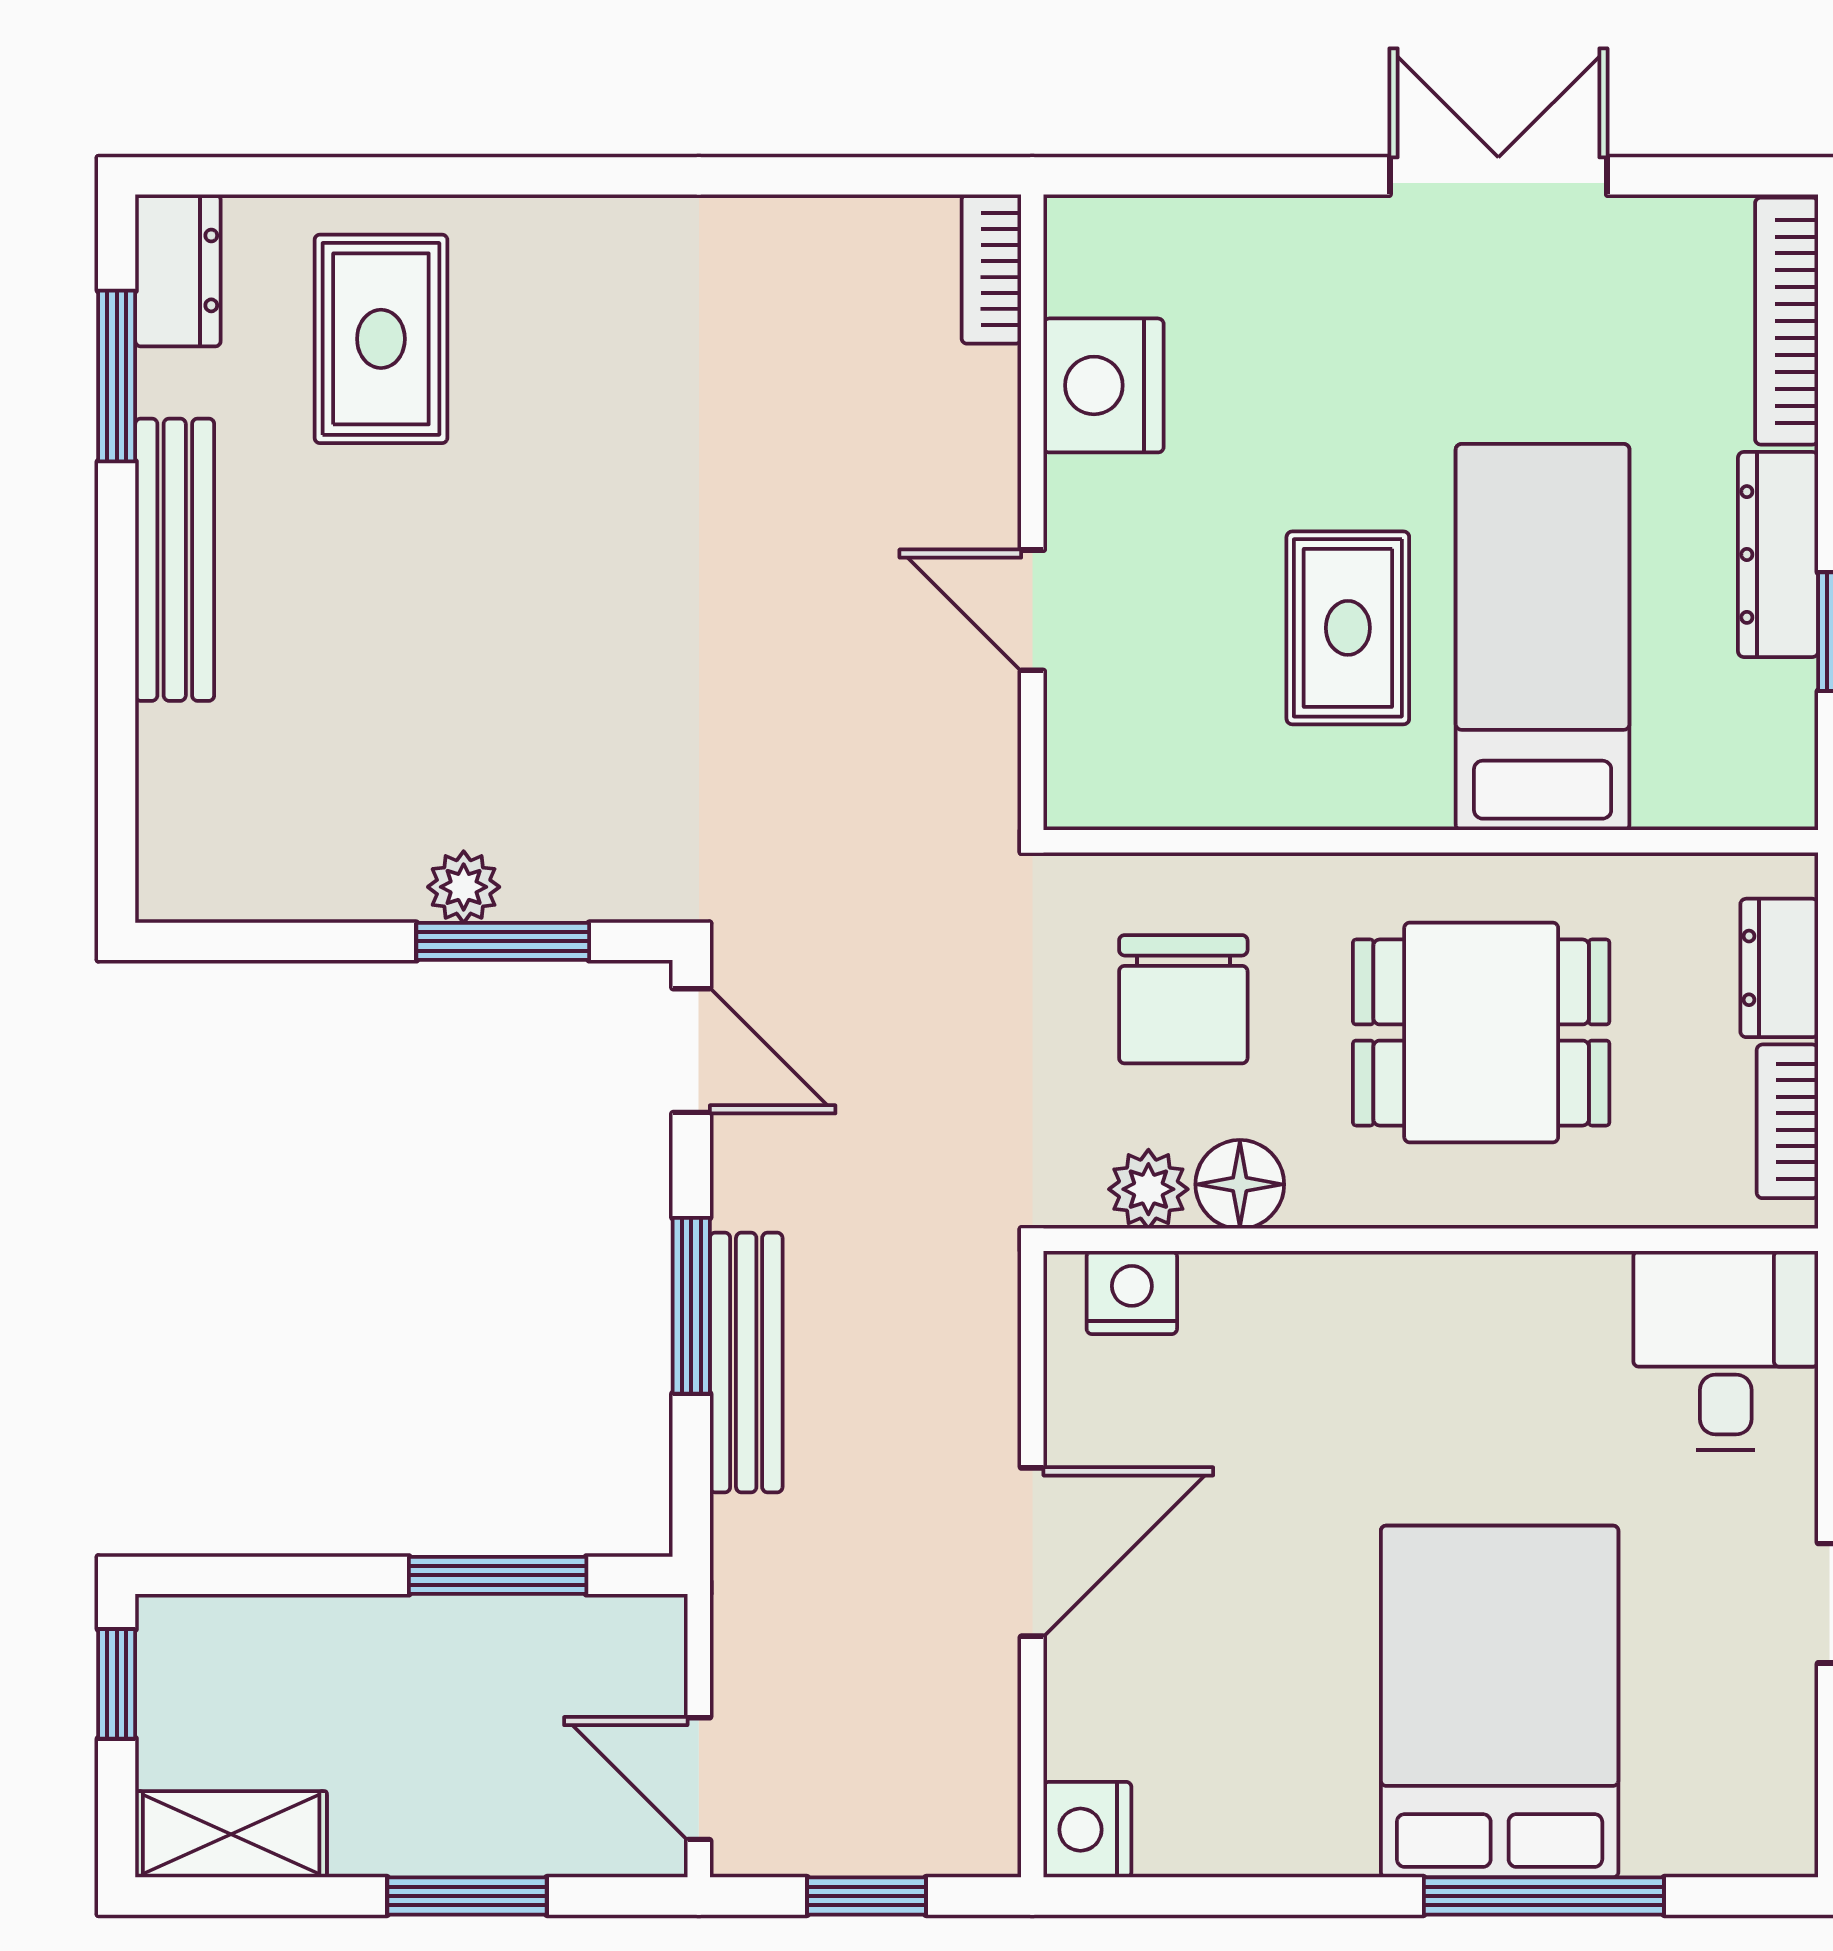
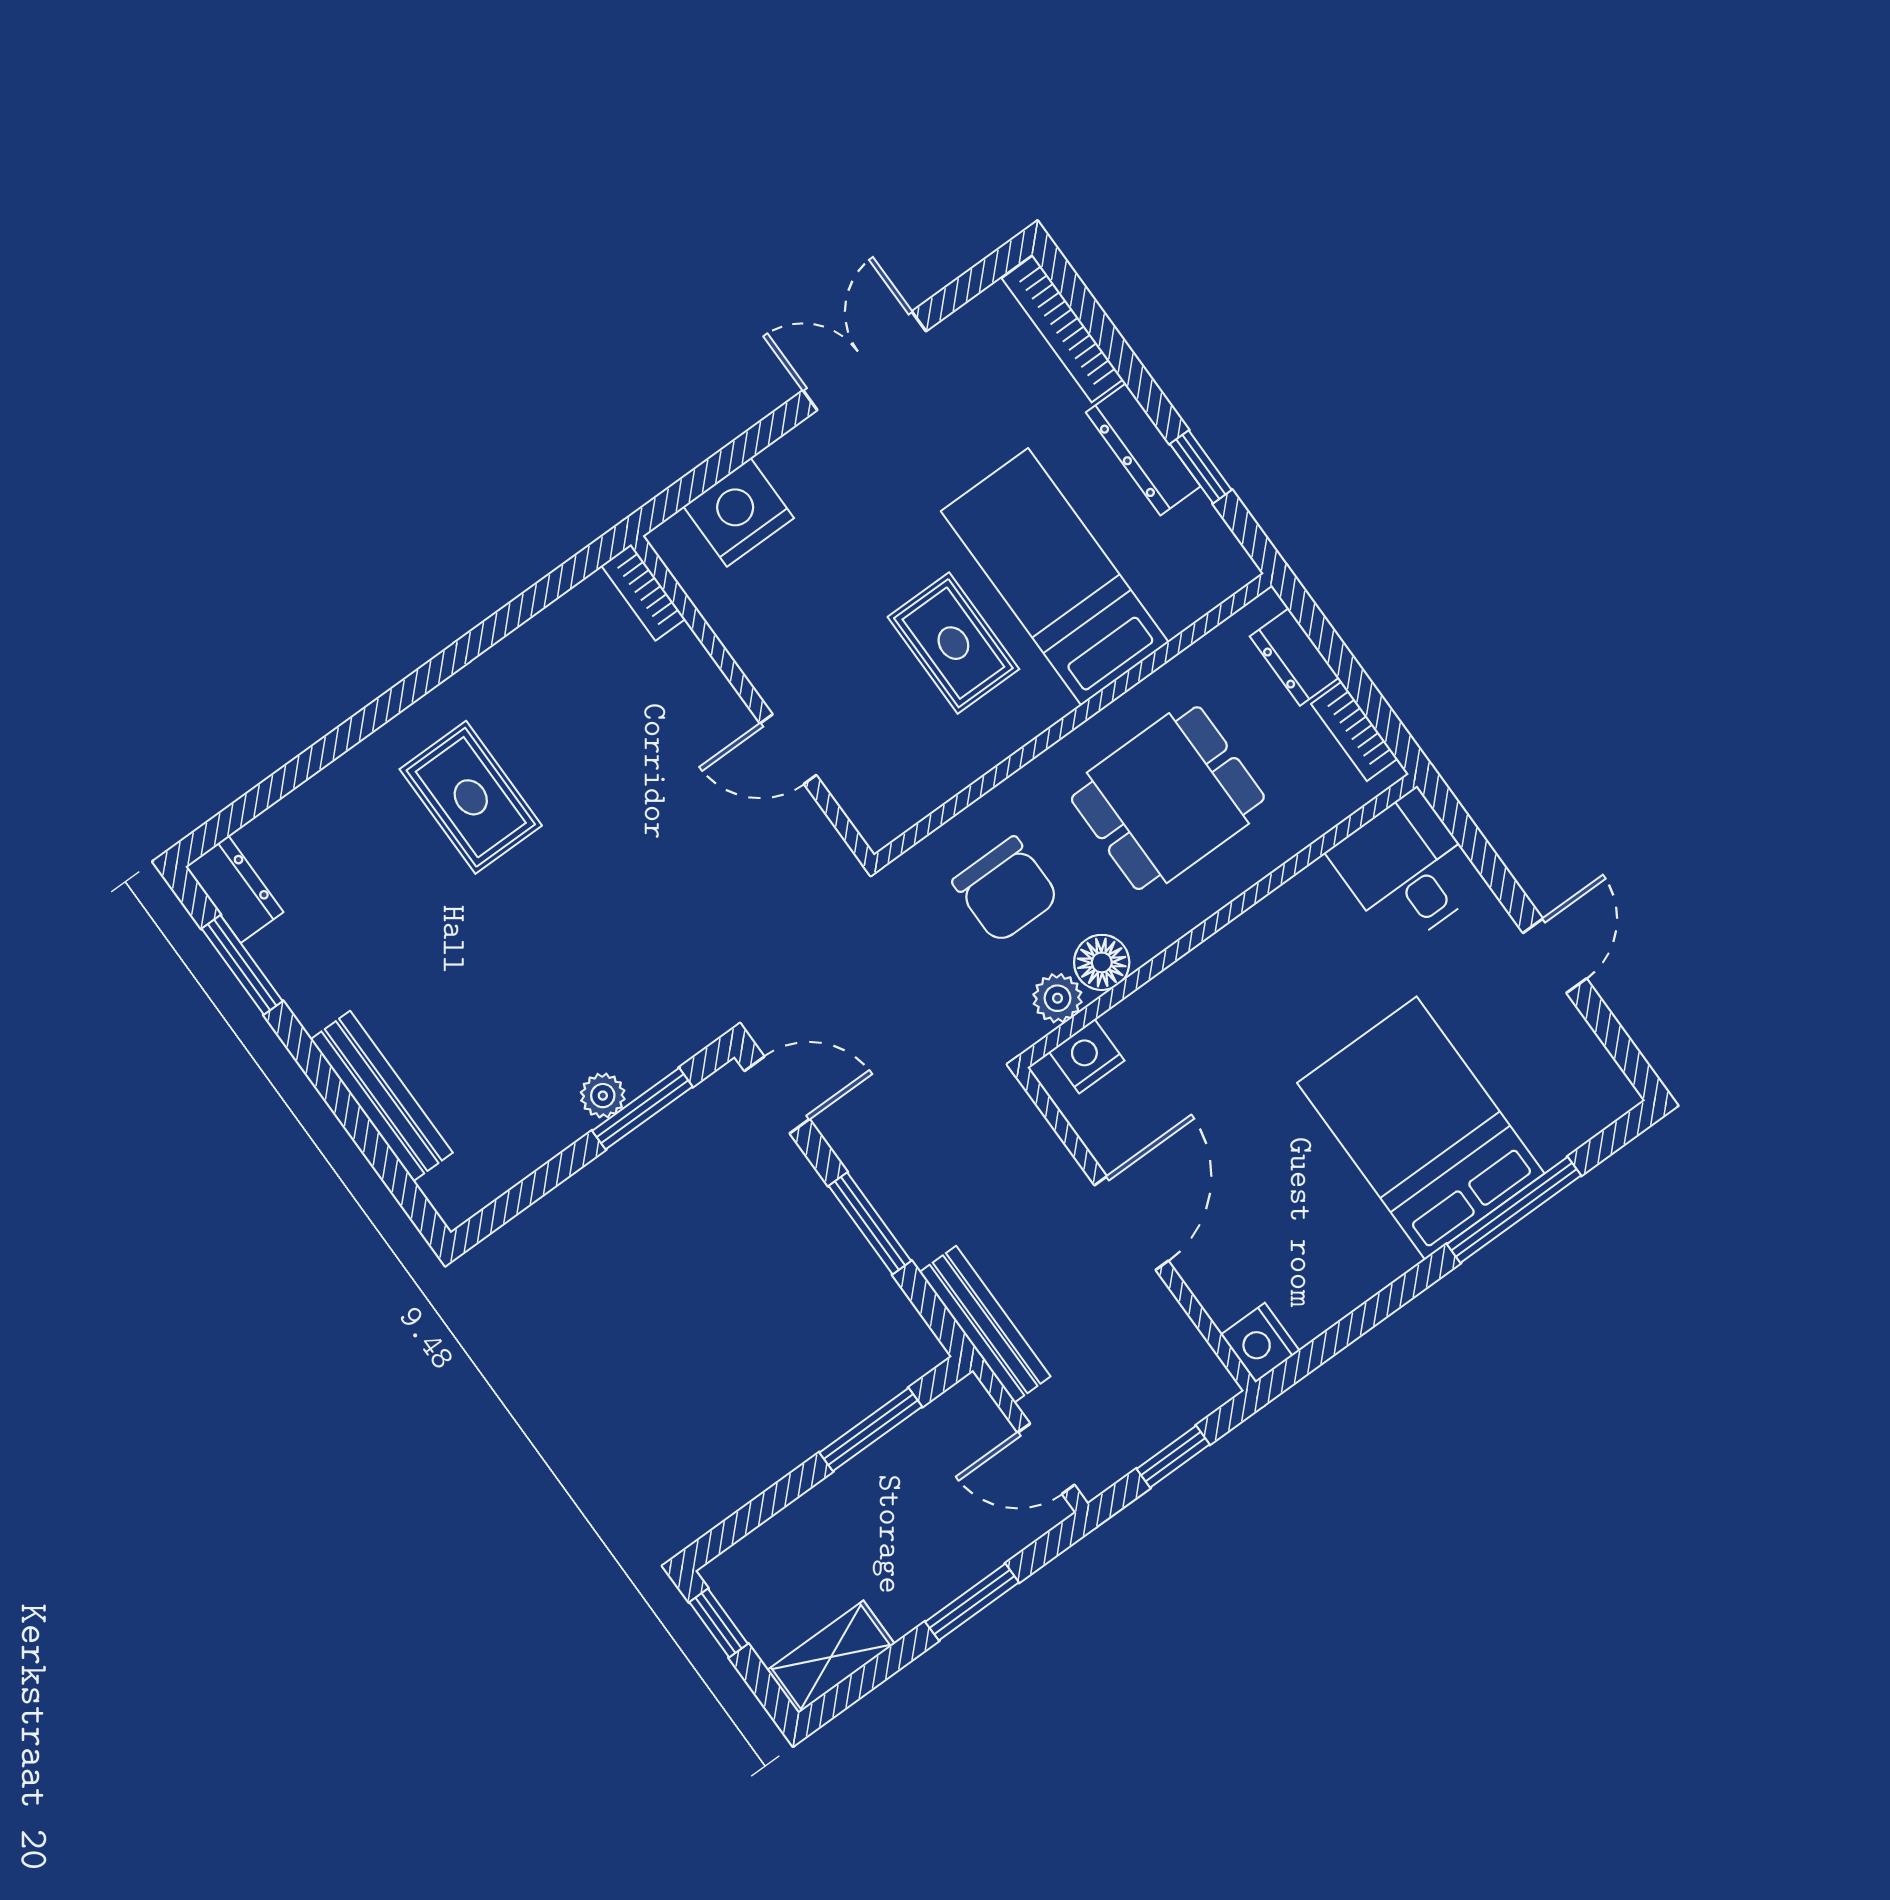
rug: (381, 339) -> (471, 797), moved
nightstand: (1104, 385) -> (739, 512), moved, turned 90
bench: (175, 560) -> (382, 1096), moved
bench: (746, 1362) -> (985, 1324), moved

